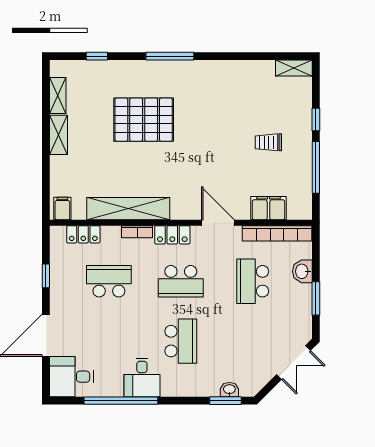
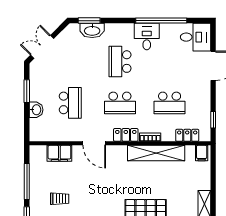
bookcase: (277, 233) -> (54, 136), removed
window: (46, 276) -> (213, 120), moved
school desk: (181, 281) -> (120, 103), turned 180
washbasin: (229, 390) -> (92, 30), width x1.91, depth x1.45

